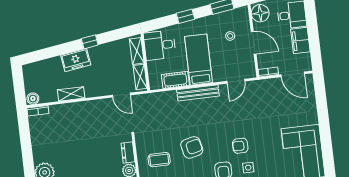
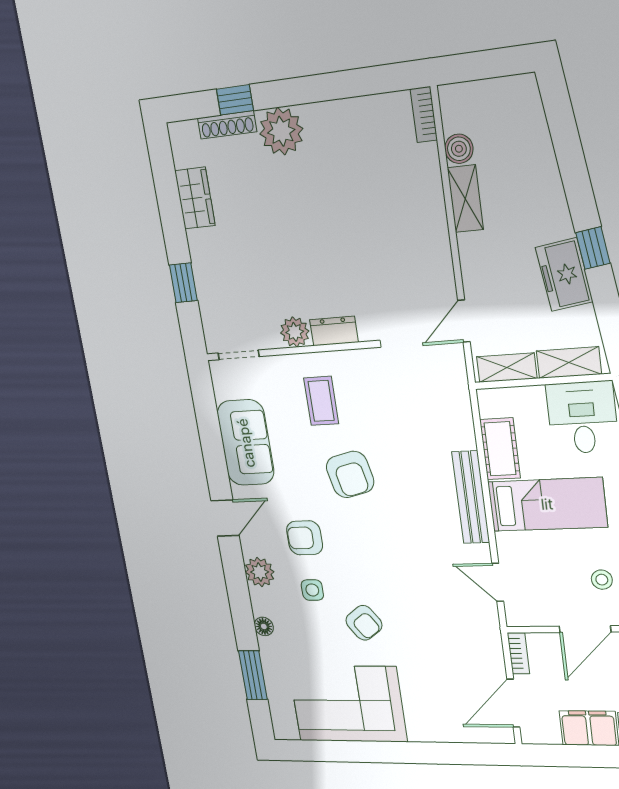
freezer: (76, 60) -> (564, 275), moved
boiler: (33, 99) -> (459, 149), moved
armchair: (240, 146) -> (364, 623), moved, turned 144

